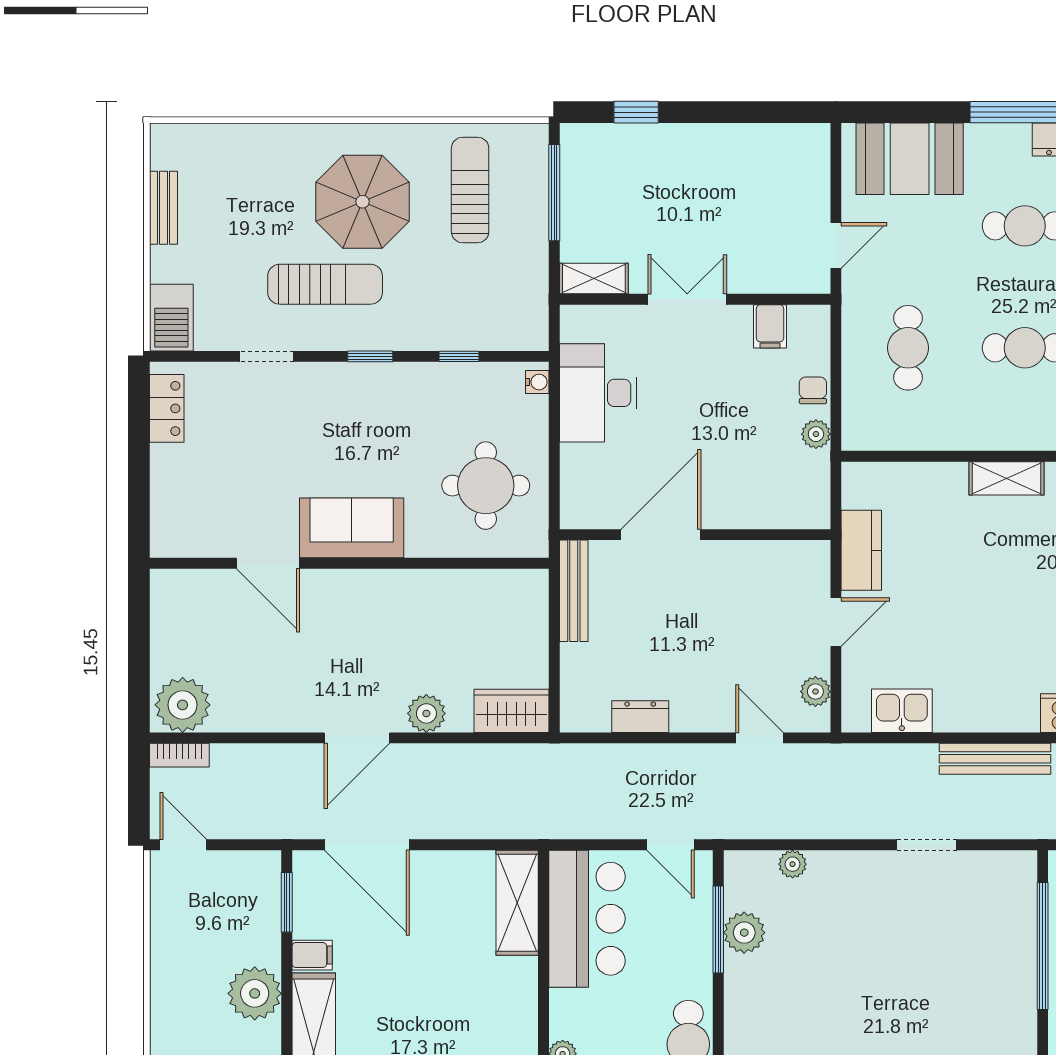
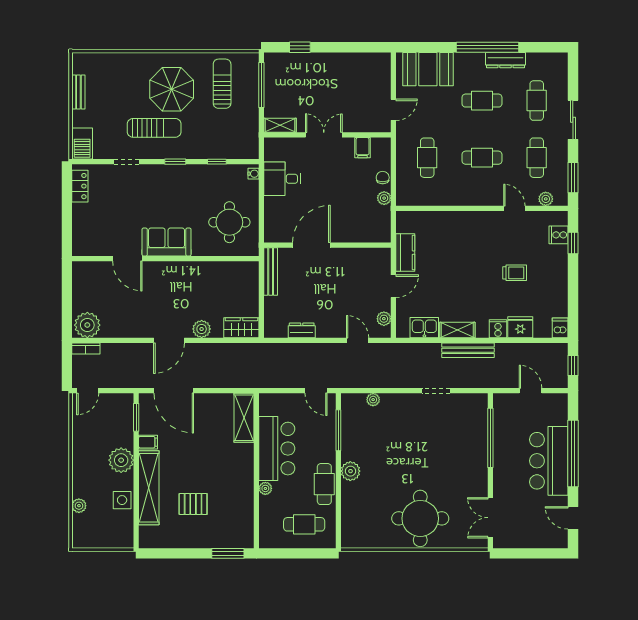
desk: (598, 393) -> (282, 179), width x0.73
shelving: (1007, 478) -> (457, 330), moved
door: (183, 845) -> (88, 391), swing flipped
bar counter: (587, 919) -> (277, 449), moved
plant: (744, 933) -> (350, 471), moved

